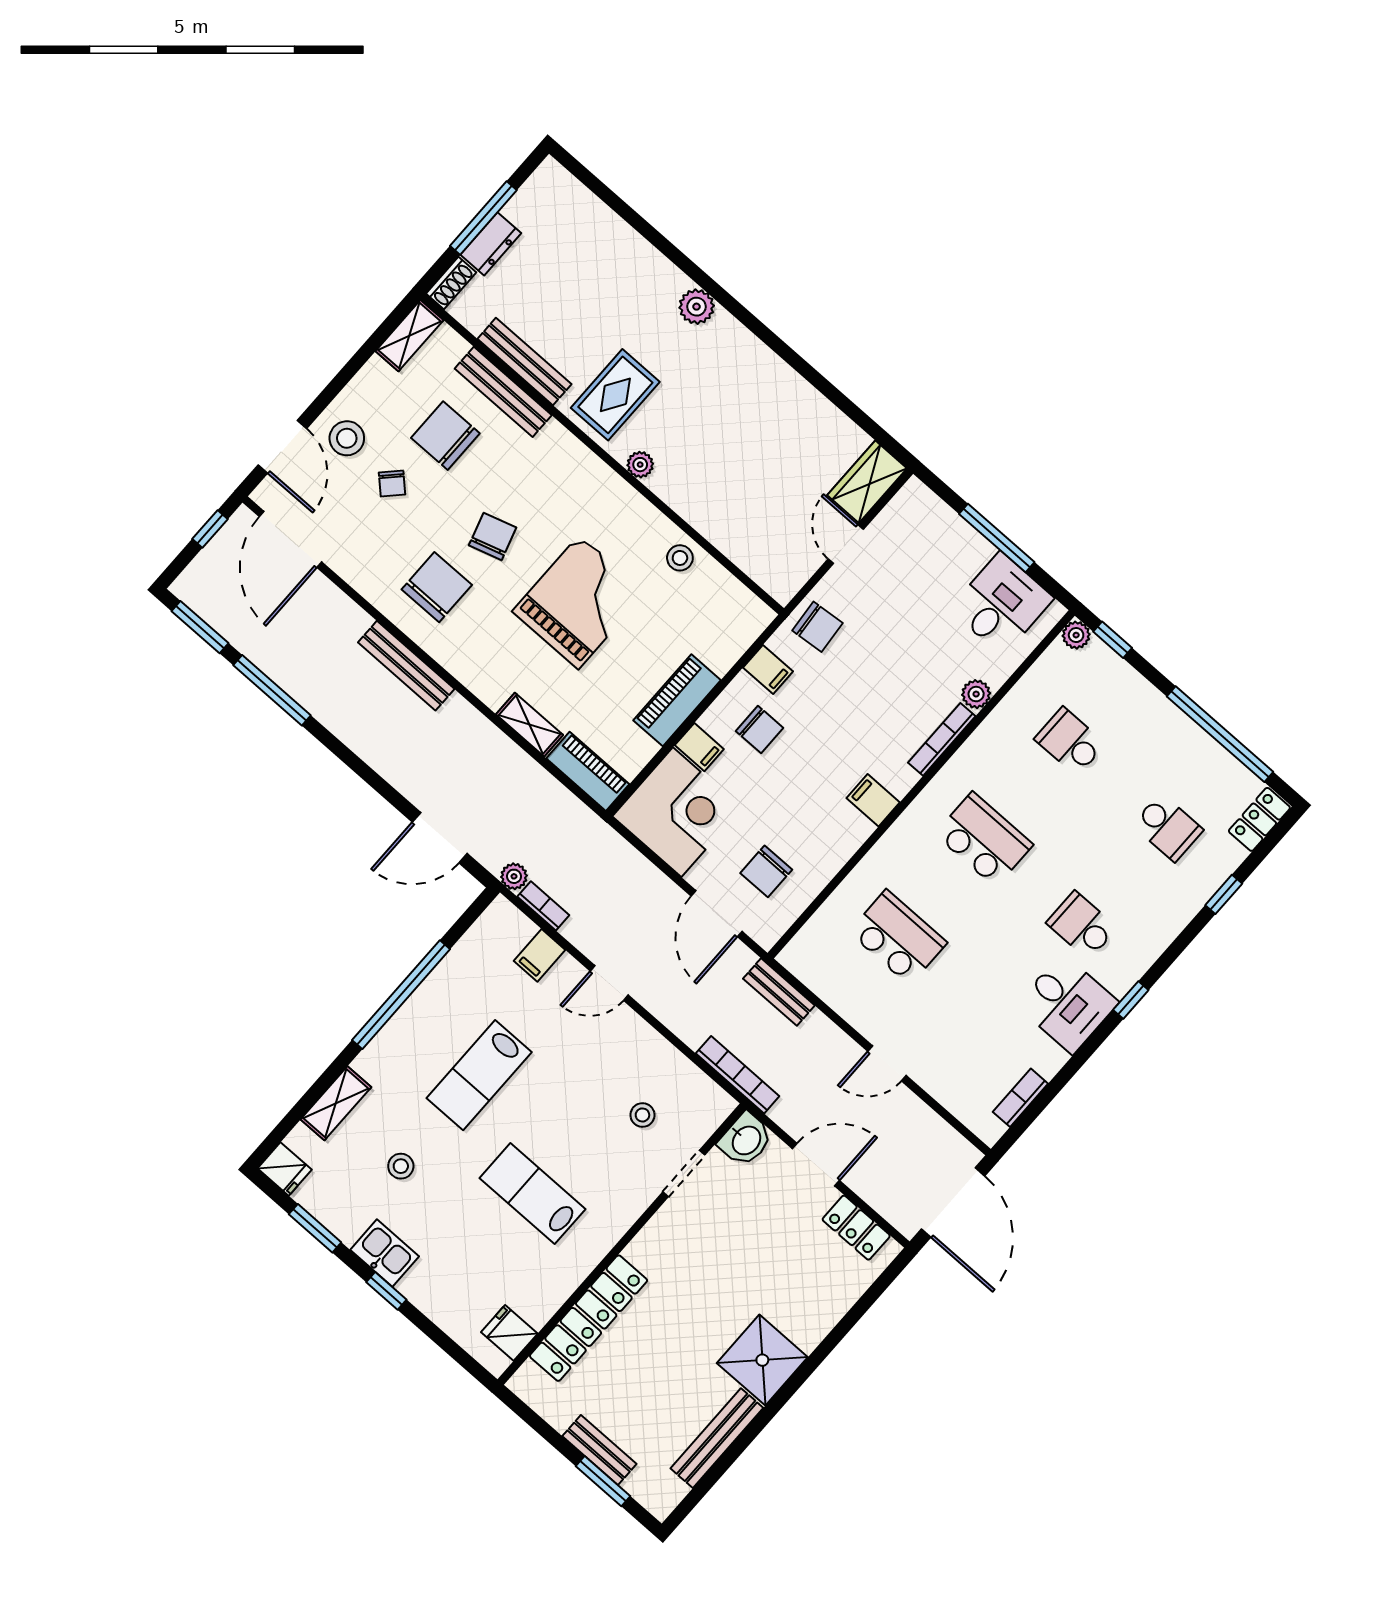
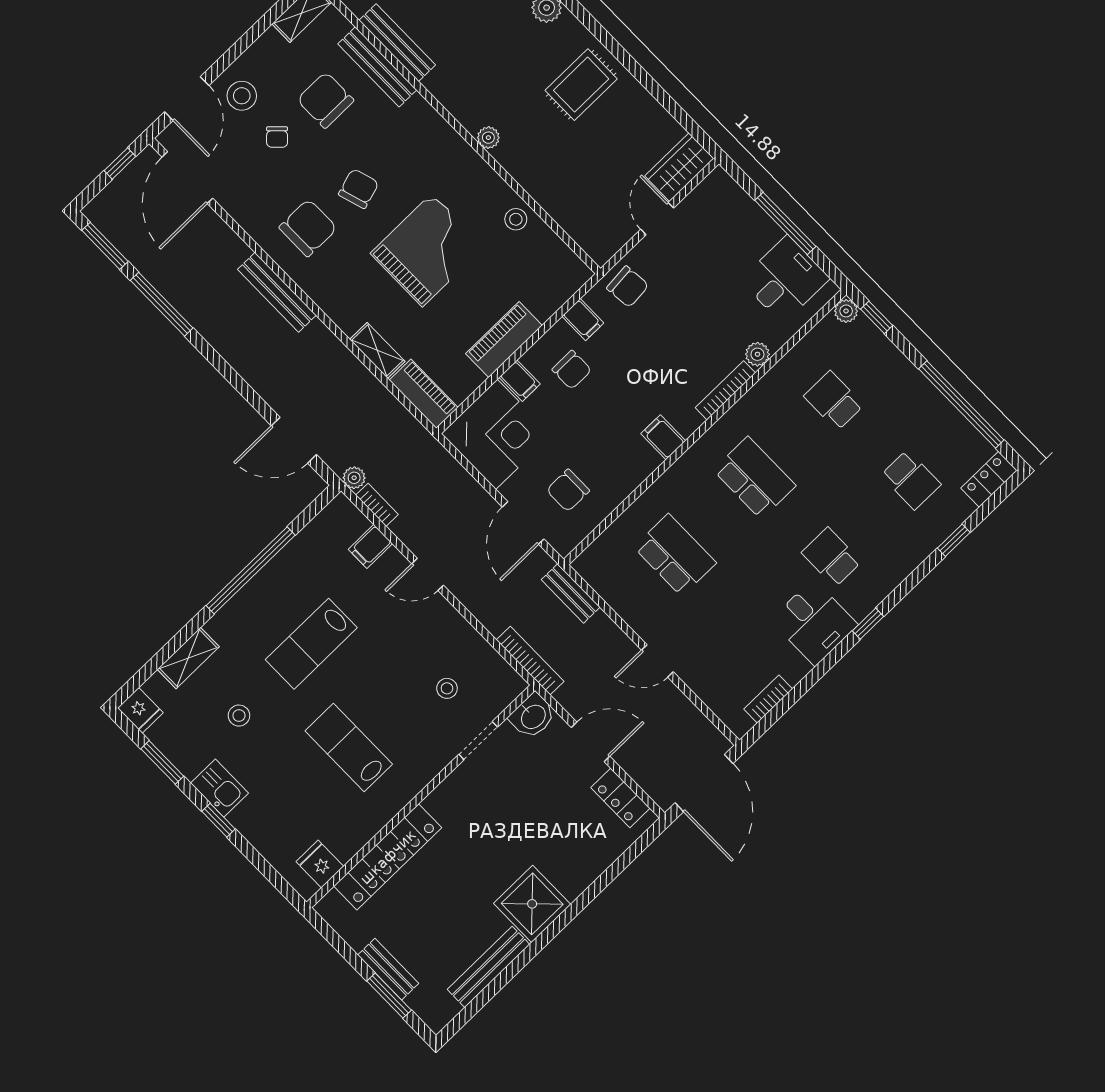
rug: (615, 395) -> (581, 85), moved

